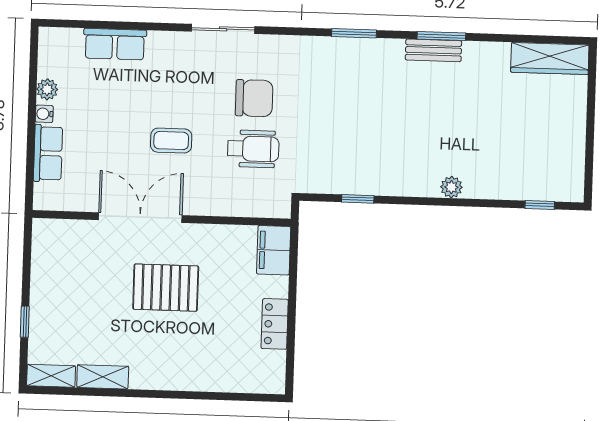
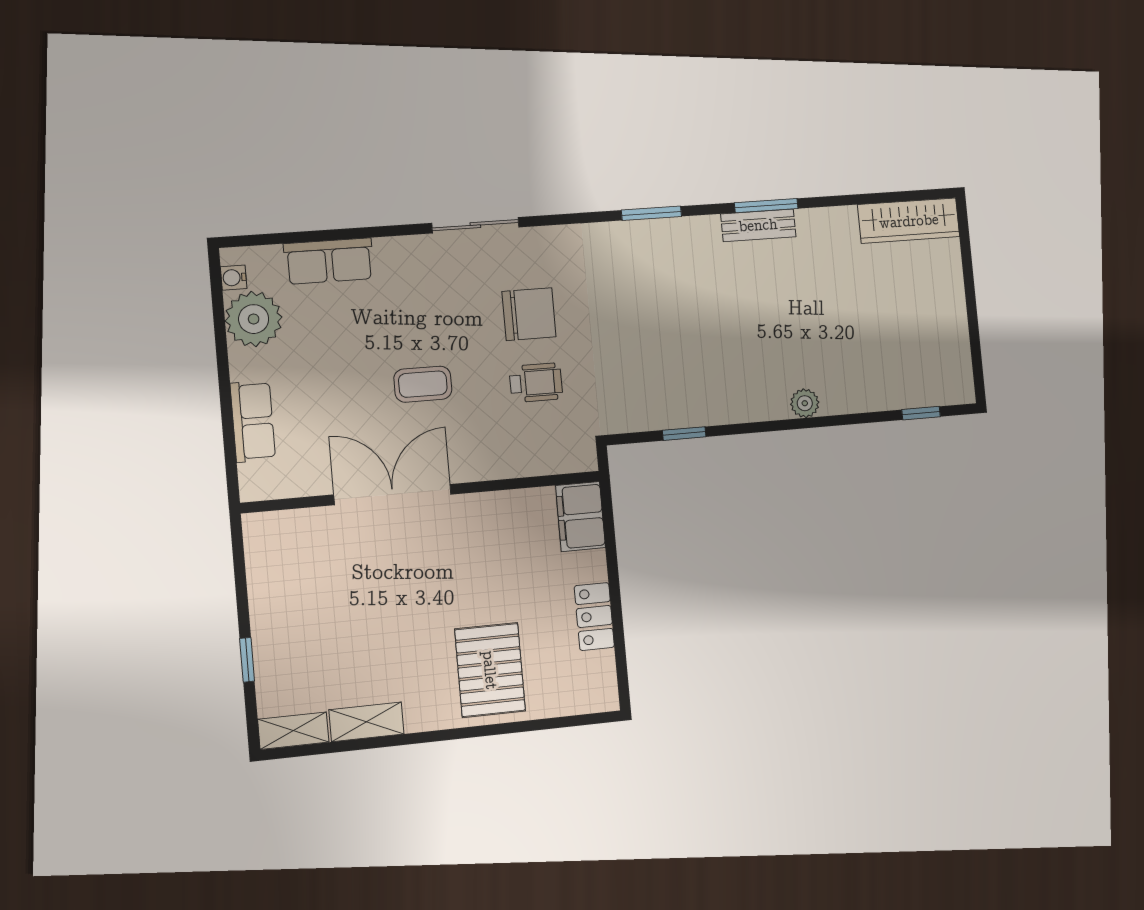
plant: (47, 89) -> (254, 319), width x1.87, depth x1.87
water cooler: (44, 114) -> (234, 278), moved
wheelchair: (253, 149) -> (536, 383), width x0.73, depth x0.73
pallet: (166, 288) -> (490, 670), moved, turned 90

